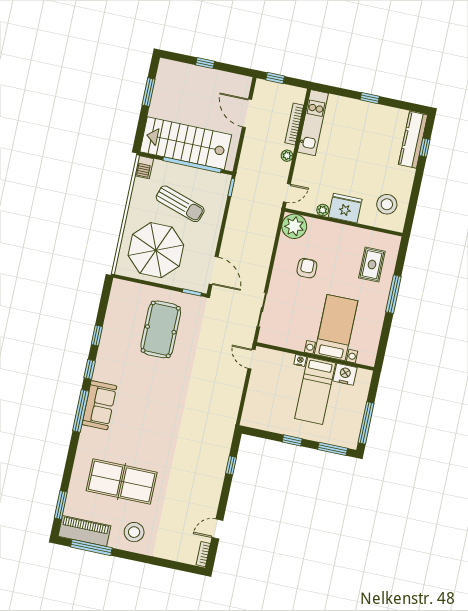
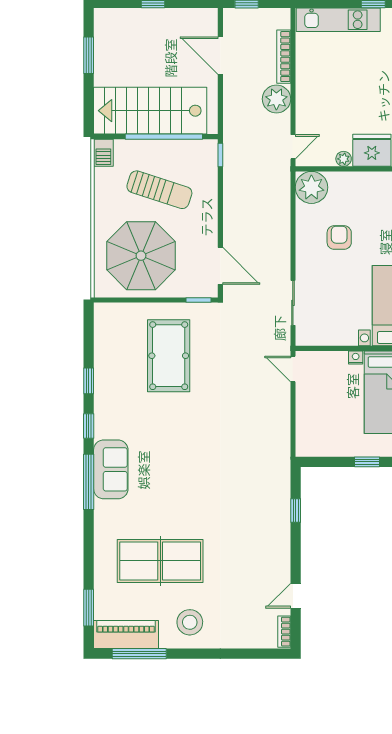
kitchen unit: (313, 123) -> (338, 20), moved, turned 90
plant: (287, 156) -> (276, 99), width x1.87, depth x1.87

